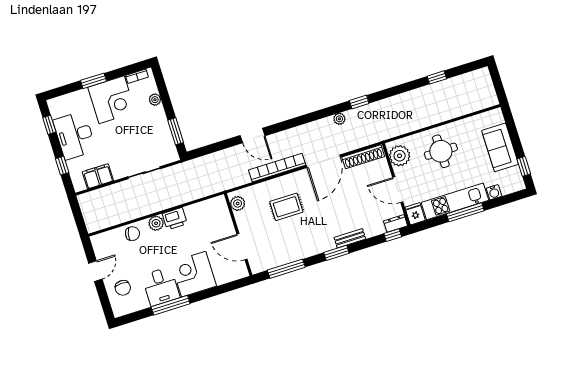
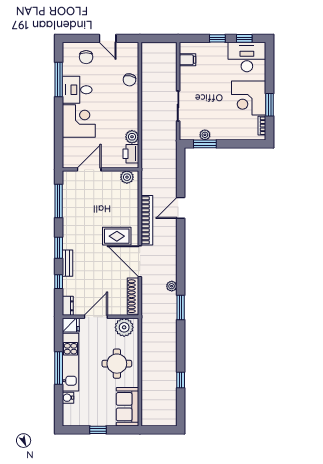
window: (94, 81) -> (270, 105), moved
plant: (155, 100) -> (205, 135), moved
window: (359, 102) -> (181, 307), width x1.50
desk: (75, 135) -> (247, 57), moved
sofa: (500, 147) -> (127, 407), moved, turned -90
window: (62, 166) -> (217, 38), moved
window: (524, 166) -> (98, 430), moved
filing cabinet: (98, 176) -> (187, 60), width x0.50
rug: (286, 207) -> (117, 236), moved, turned 90
printer: (175, 219) -> (131, 154), moved
plant: (156, 223) -> (132, 137), moved
window: (393, 235) -> (59, 282), moved
chair: (123, 288) -> (86, 57), turned -89
window: (171, 305) -> (59, 80), moved

